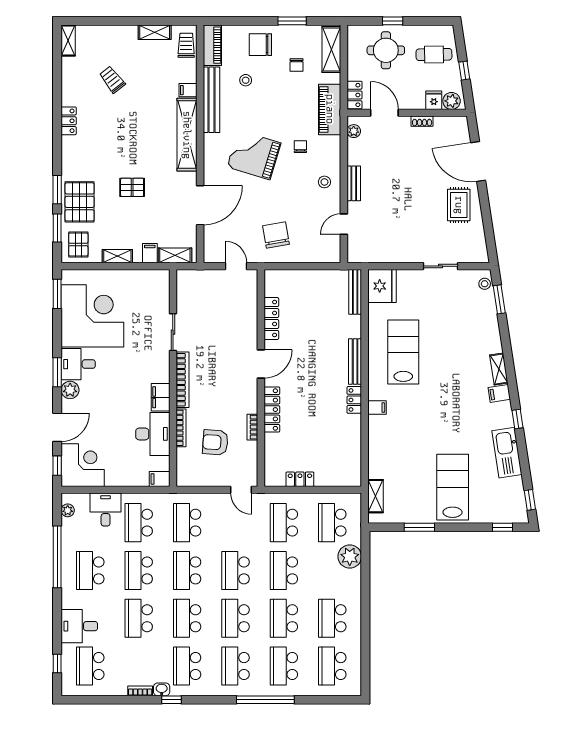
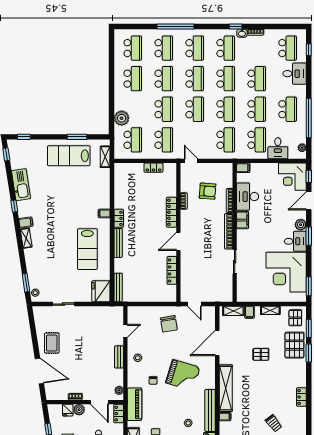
plant: (452, 101) -> (79, 410), moved
lab bench: (453, 487) -> (69, 156), moved, turned 90

